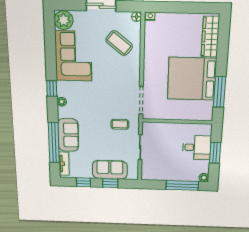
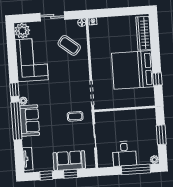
window: (219, 92) -> (157, 79), width x0.46
sofa: (68, 135) -> (30, 121), moved
window: (54, 143) -> (16, 121), moved
desk: (197, 148) -> (124, 154), moved, turned 90

